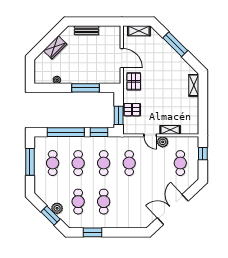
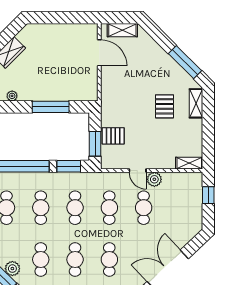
bench: (86, 30) -> (52, 29), removed
window: (175, 44) -> (185, 62), moved
door: (122, 58) -> (99, 53), moved
pallet: (134, 81) -> (165, 106), moved
shelving: (170, 130) -> (189, 163), moved
cafe table: (180, 163) -> (144, 208), moved
cafe table: (129, 202) -> (109, 260), added

